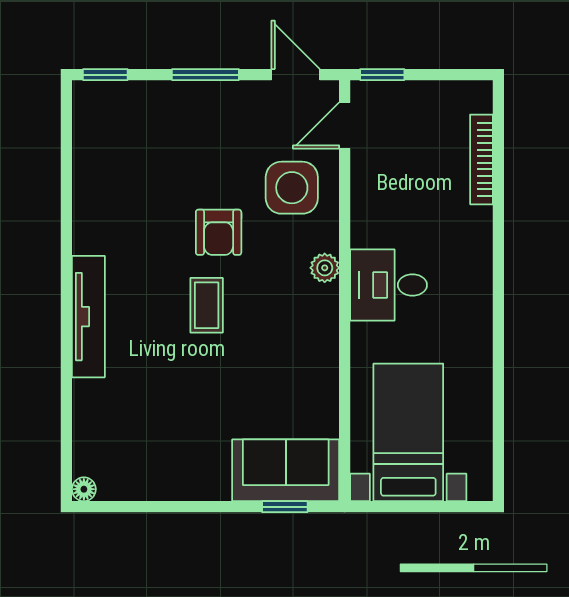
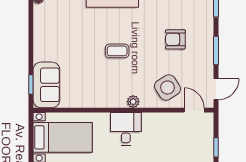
window: (382, 75) -> (216, 147), moved
side table: (292, 188) -> (168, 87), turned -32
armchair: (219, 232) -> (175, 39), moved

